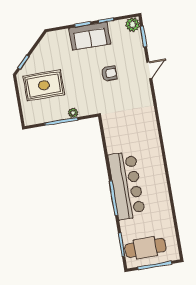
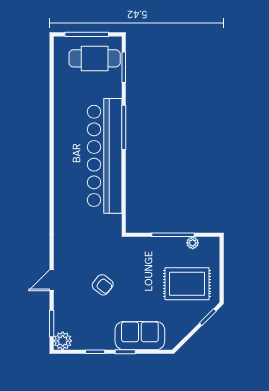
sofa: (90, 36) -> (140, 336), moved
armchair: (109, 73) -> (103, 285), turned -142
plant: (73, 113) -> (193, 243), moved
bar counter: (127, 185) -> (105, 156), width x1.36

